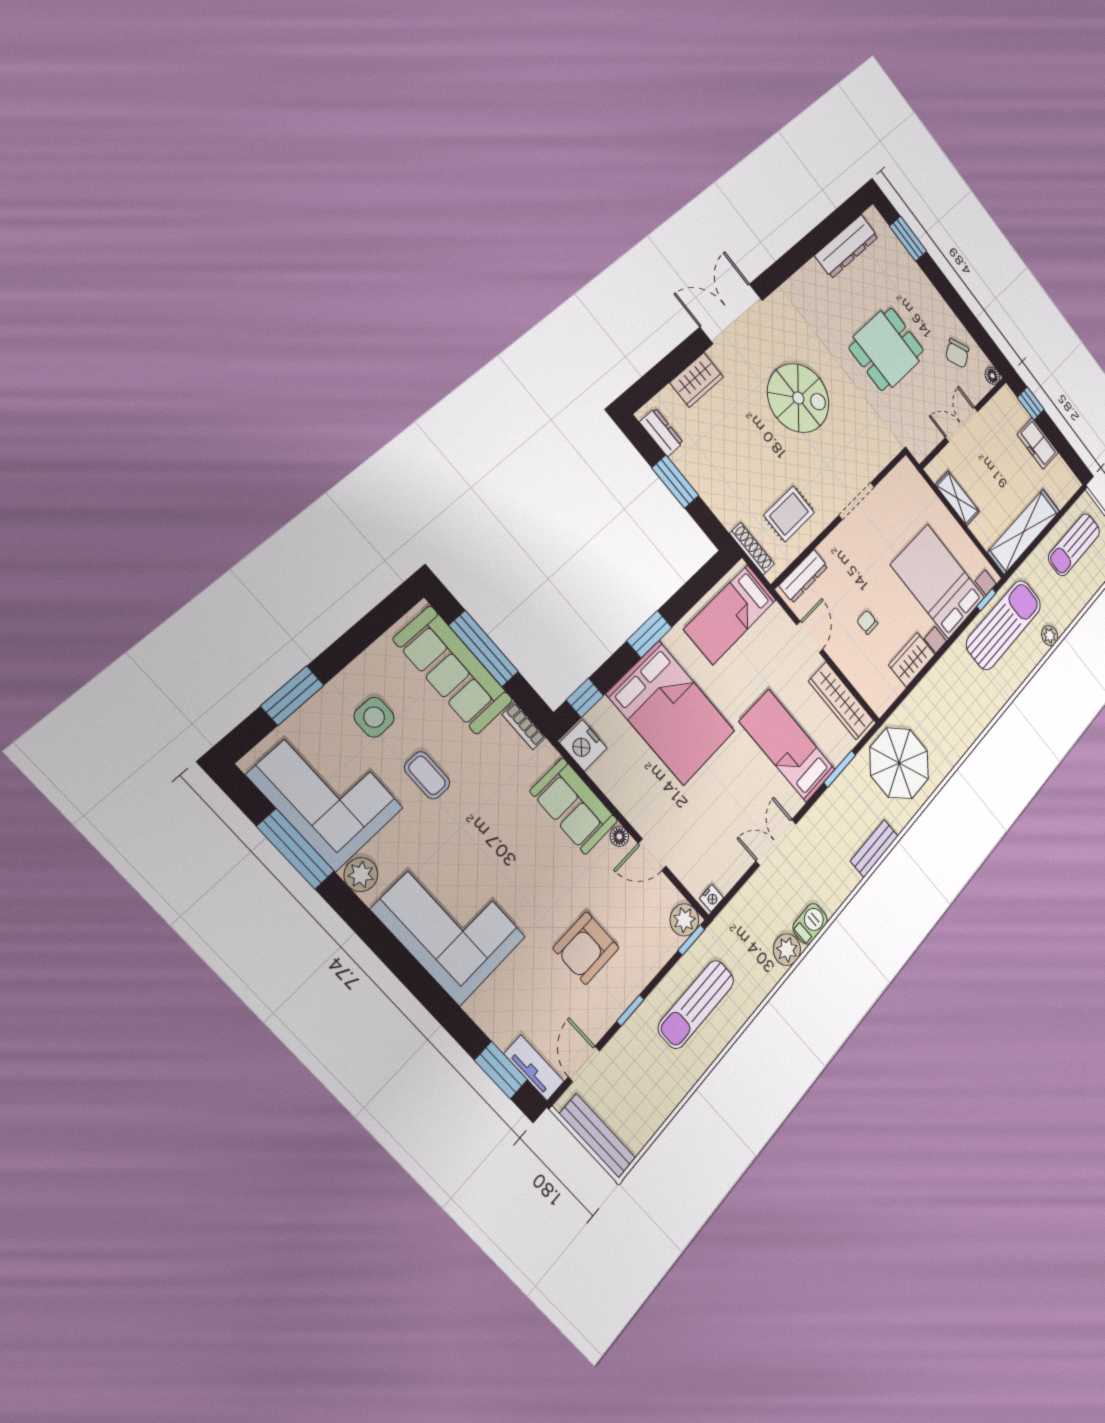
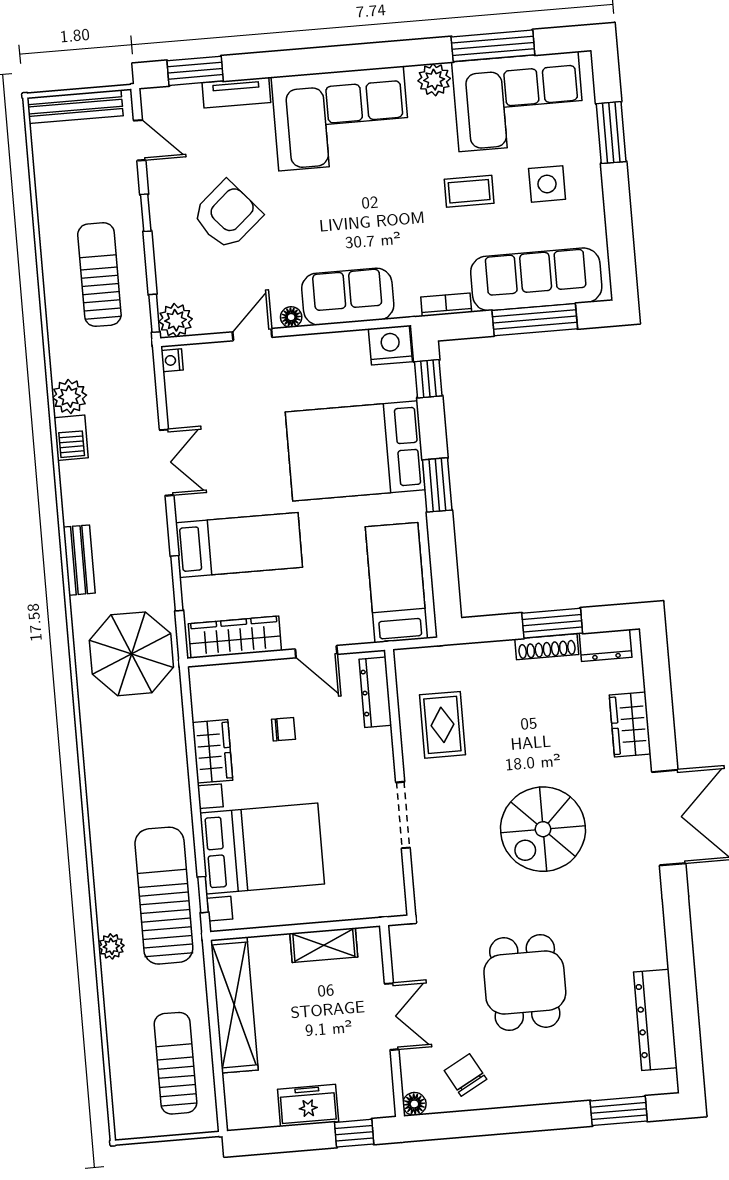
shoe rack: (752, 549) -> (547, 647), moved
sun lounger: (1004, 625) -> (164, 896), turned 180
armchair: (586, 948) -> (227, 215), turned 49
tv unit: (534, 1068) -> (236, 93), moved

